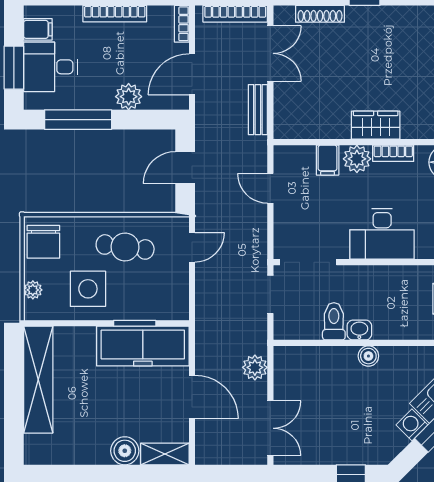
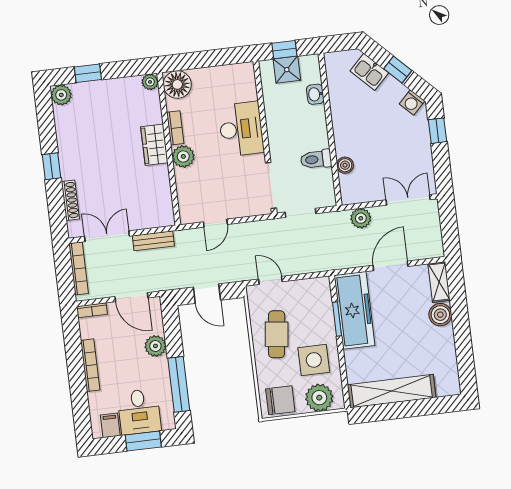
filing cabinet: (328, 160) -> (187, 180), removed
plant: (33, 290) -> (319, 398), width x1.88, depth x1.88
washbasin: (359, 330) -> (315, 94), moved
boiler: (368, 356) -> (345, 165), moved
washing machine: (412, 425) -> (412, 102), moved

